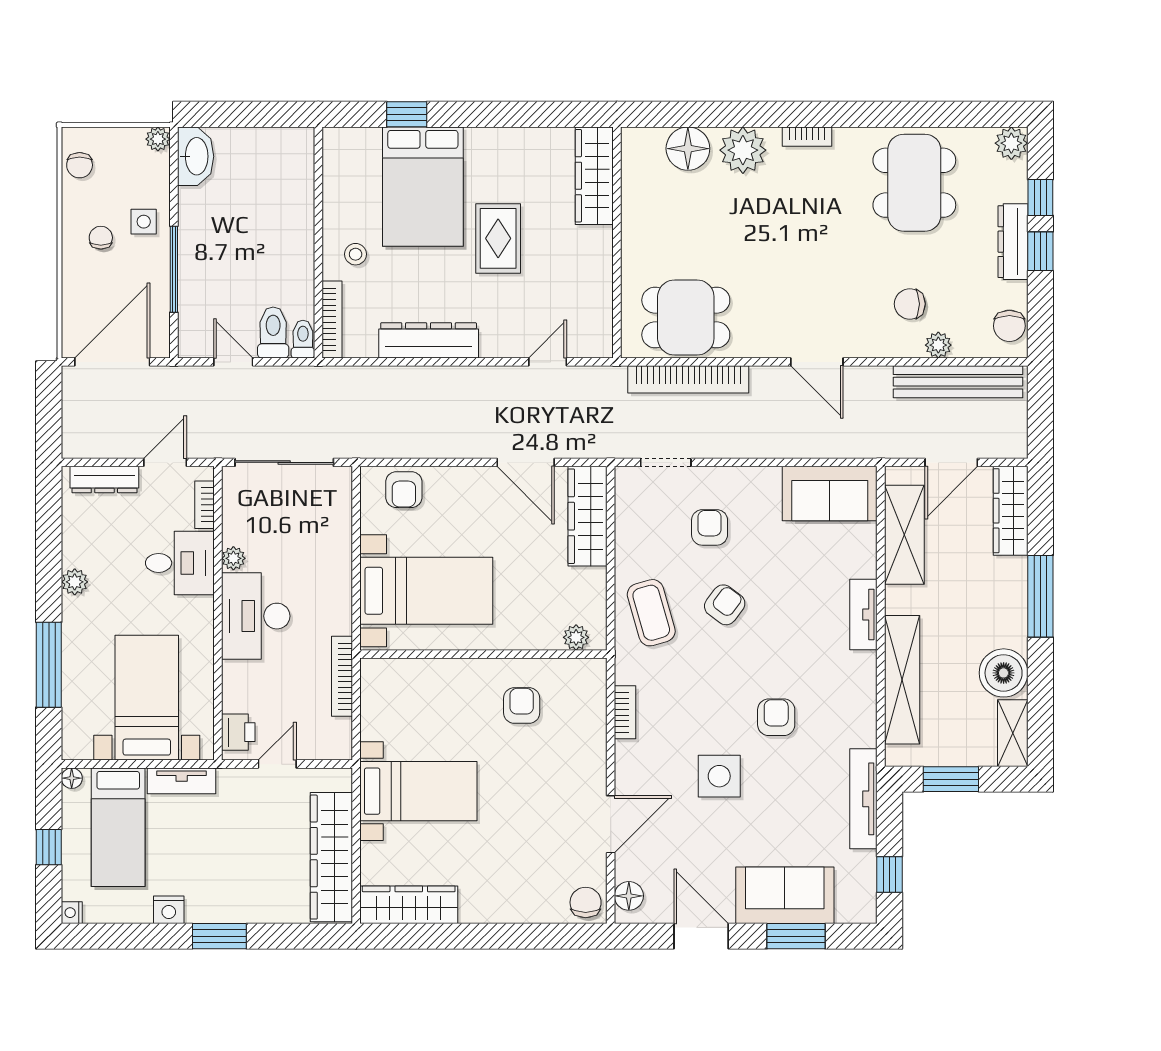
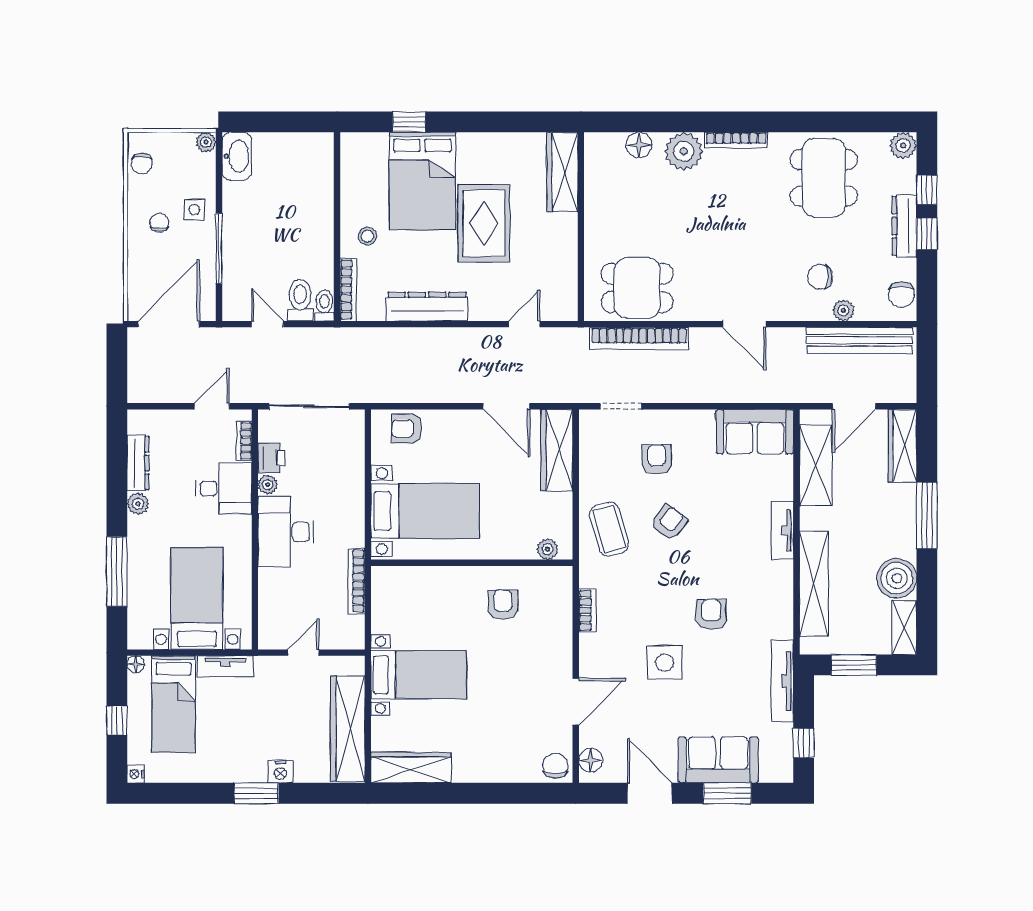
bookcase: (807, 137) -> (736, 140), width x1.56
floor lamp: (688, 149) -> (639, 145), width x0.73, depth x0.73
rug: (498, 238) -> (484, 223), width x1.36, depth x1.43
dresser: (104, 480) -> (138, 463), moved, turned -90
armchair: (404, 490) -> (407, 428), turned 90
printer: (238, 732) -> (272, 458), moved
nightstand: (169, 910) -> (280, 772), moved

